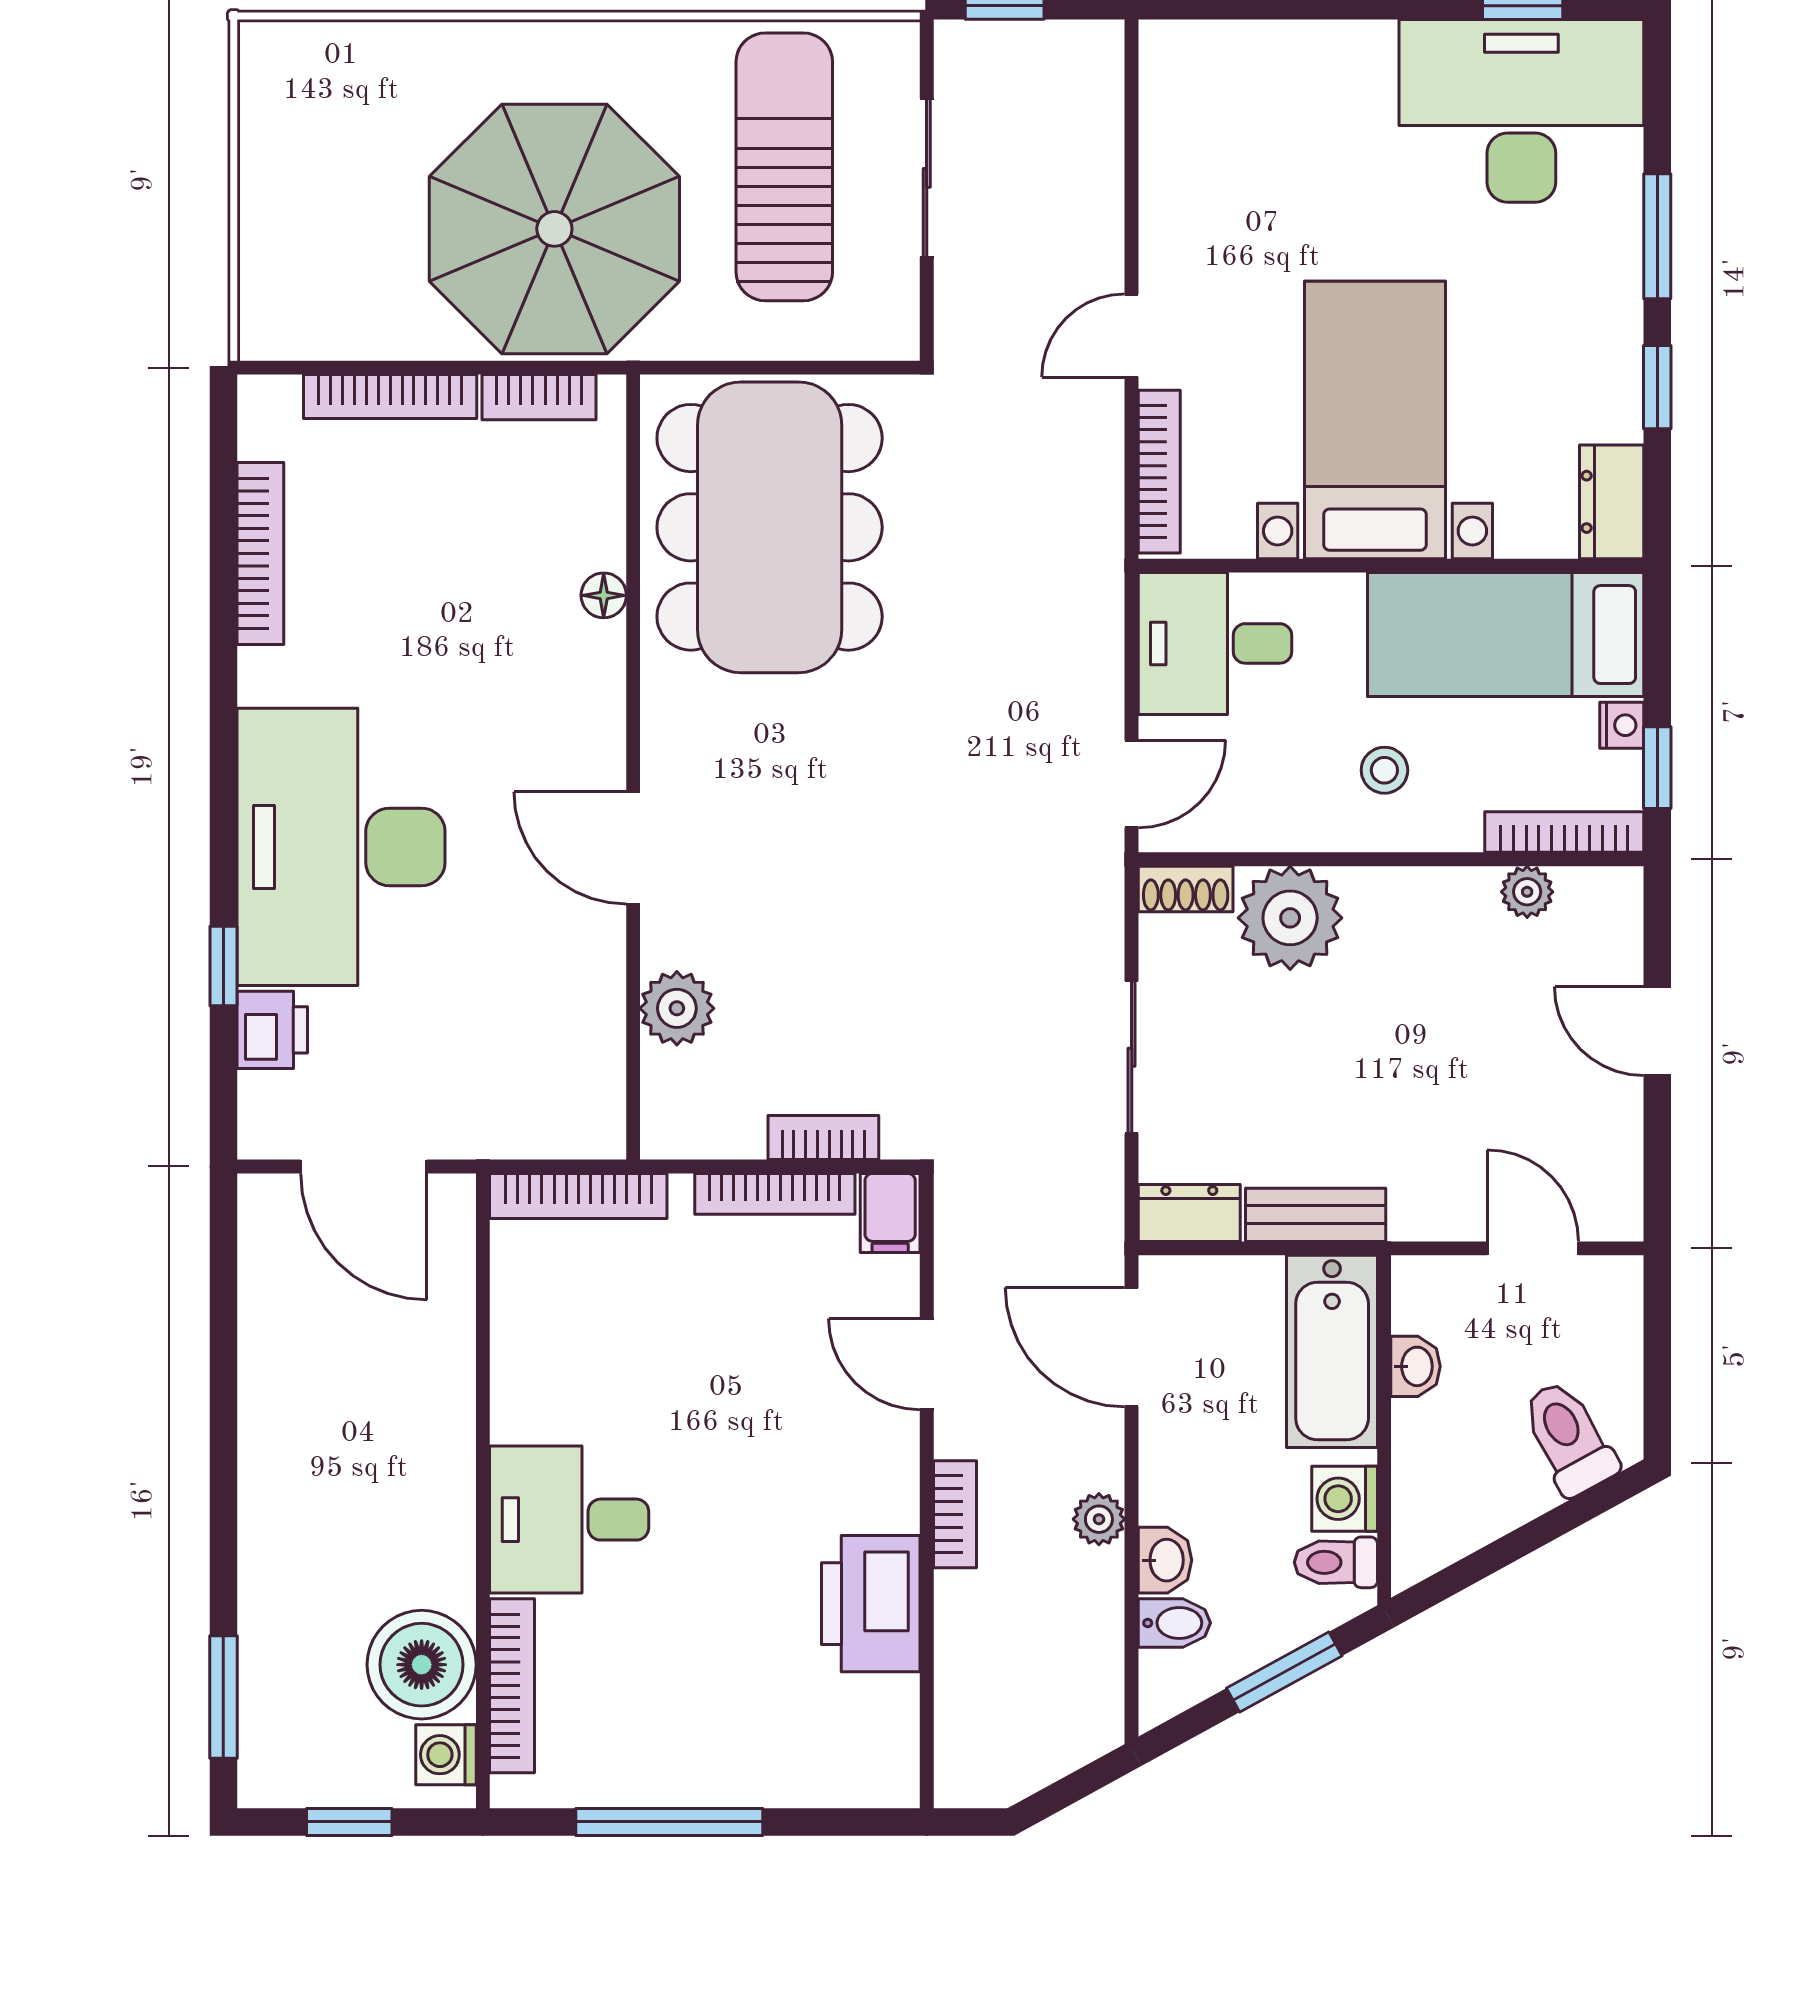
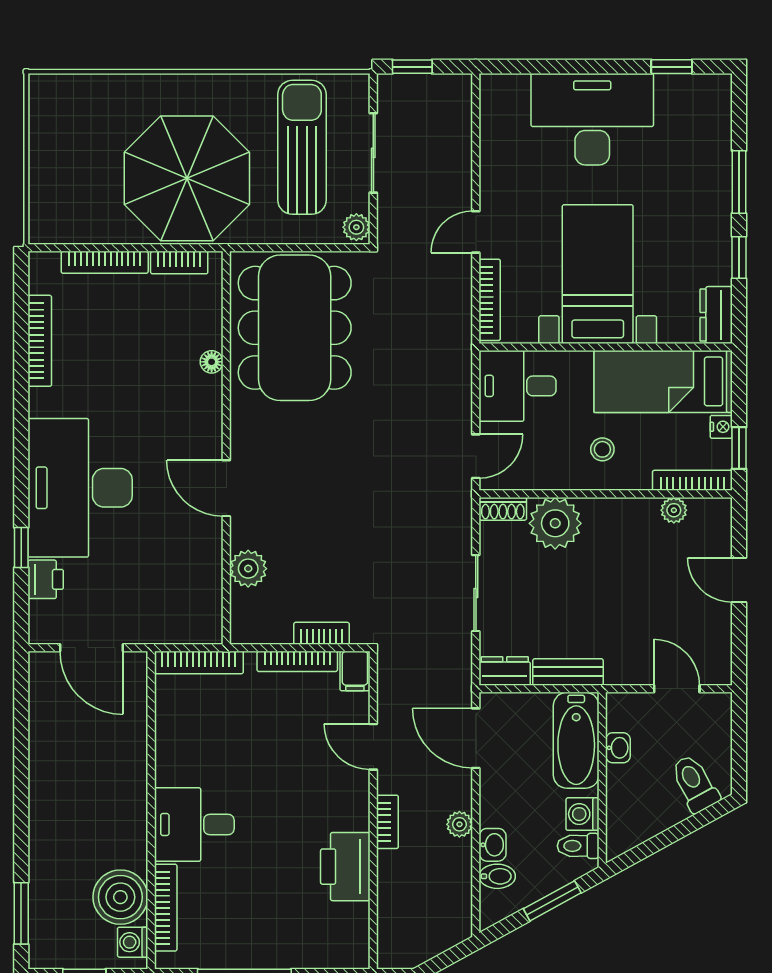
desk: (1521, 111) -> (592, 119), moved
plant: (893, 326) -> (356, 227), added

